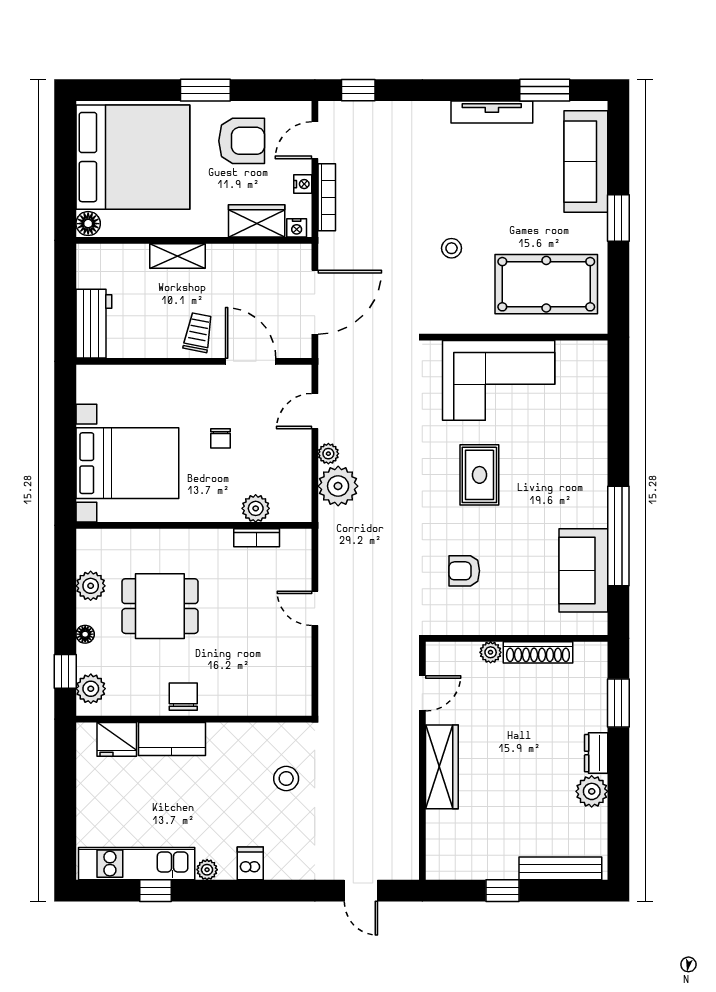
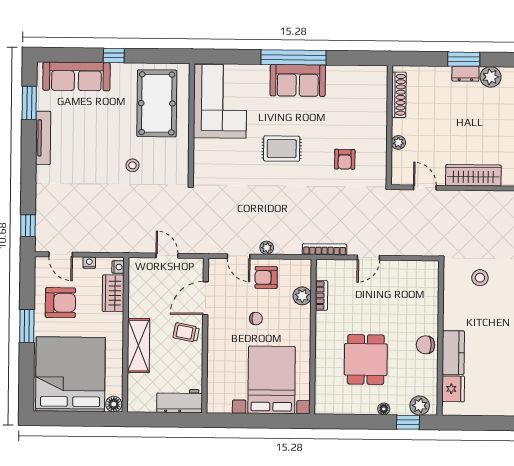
armchair: (242, 141) -> (60, 303), turned 90
bookcase: (327, 197) -> (325, 249), moved
window: (618, 218) -> (114, 55), width x0.67
shelving: (177, 256) -> (138, 346), width x1.50, depth x1.33
door: (315, 302) -> (167, 256), width x0.53
corner sofa: (499, 380) -> (220, 101), moved
armchair: (283, 453) -> (266, 277), added
plant: (338, 486) -> (288, 242), removed
window: (618, 536) -> (294, 57), moved
sofa: (583, 570) -> (298, 80), moved
plant: (91, 586) -> (352, 405), removed
shoe rack: (538, 652) -> (399, 95), moved
window: (618, 703) -> (464, 59), moved

